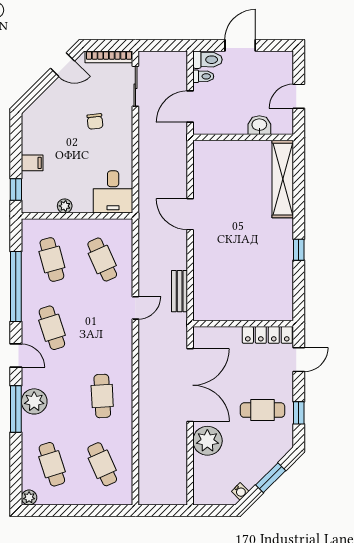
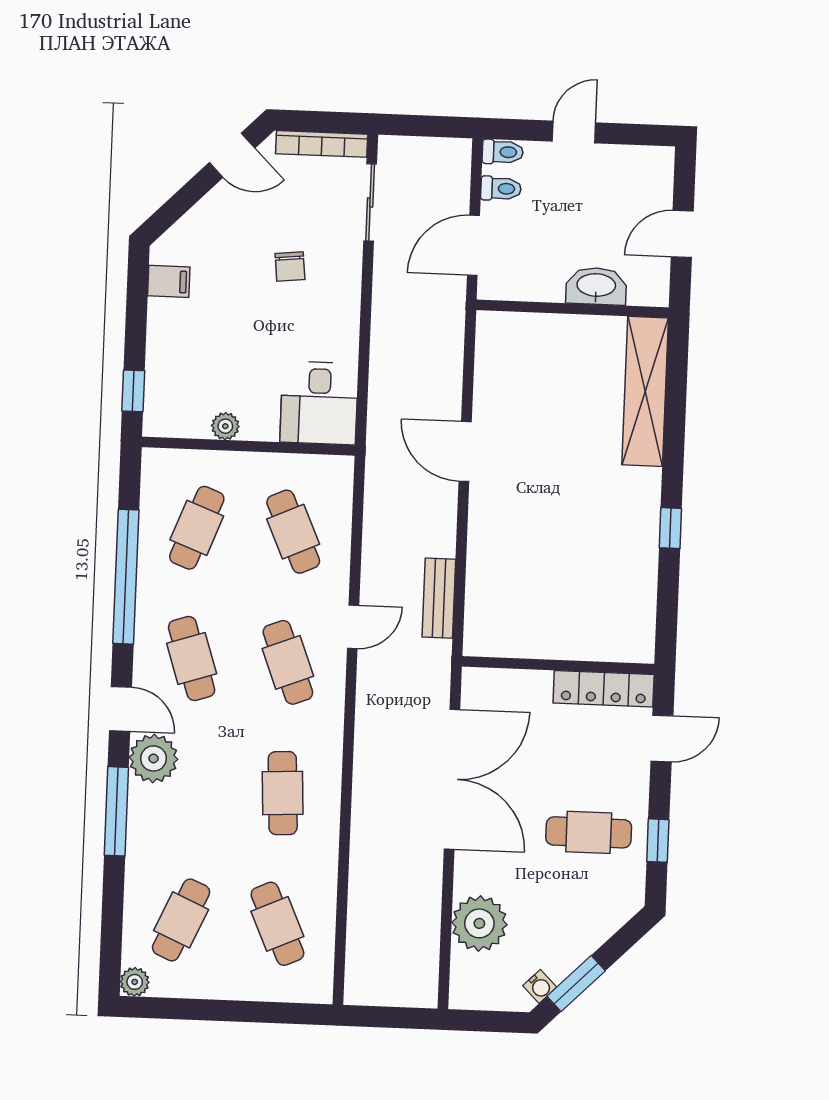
door: (240, 45) -> (574, 132), width x0.73
toilet: (208, 60) -> (503, 152), width x0.73, depth x0.72
washbasin: (259, 125) -> (596, 286), width x1.38
filing cabinet: (32, 163) -> (169, 281), moved
cafe table: (52, 260) -> (197, 528), turned 36
cafe table: (102, 328) -> (288, 662), added
plant: (34, 401) -> (154, 758), moved
plant: (207, 441) -> (479, 923), moved
cafe table: (52, 464) -> (181, 920), turned 42
window: (271, 478) -> (576, 984), moved

